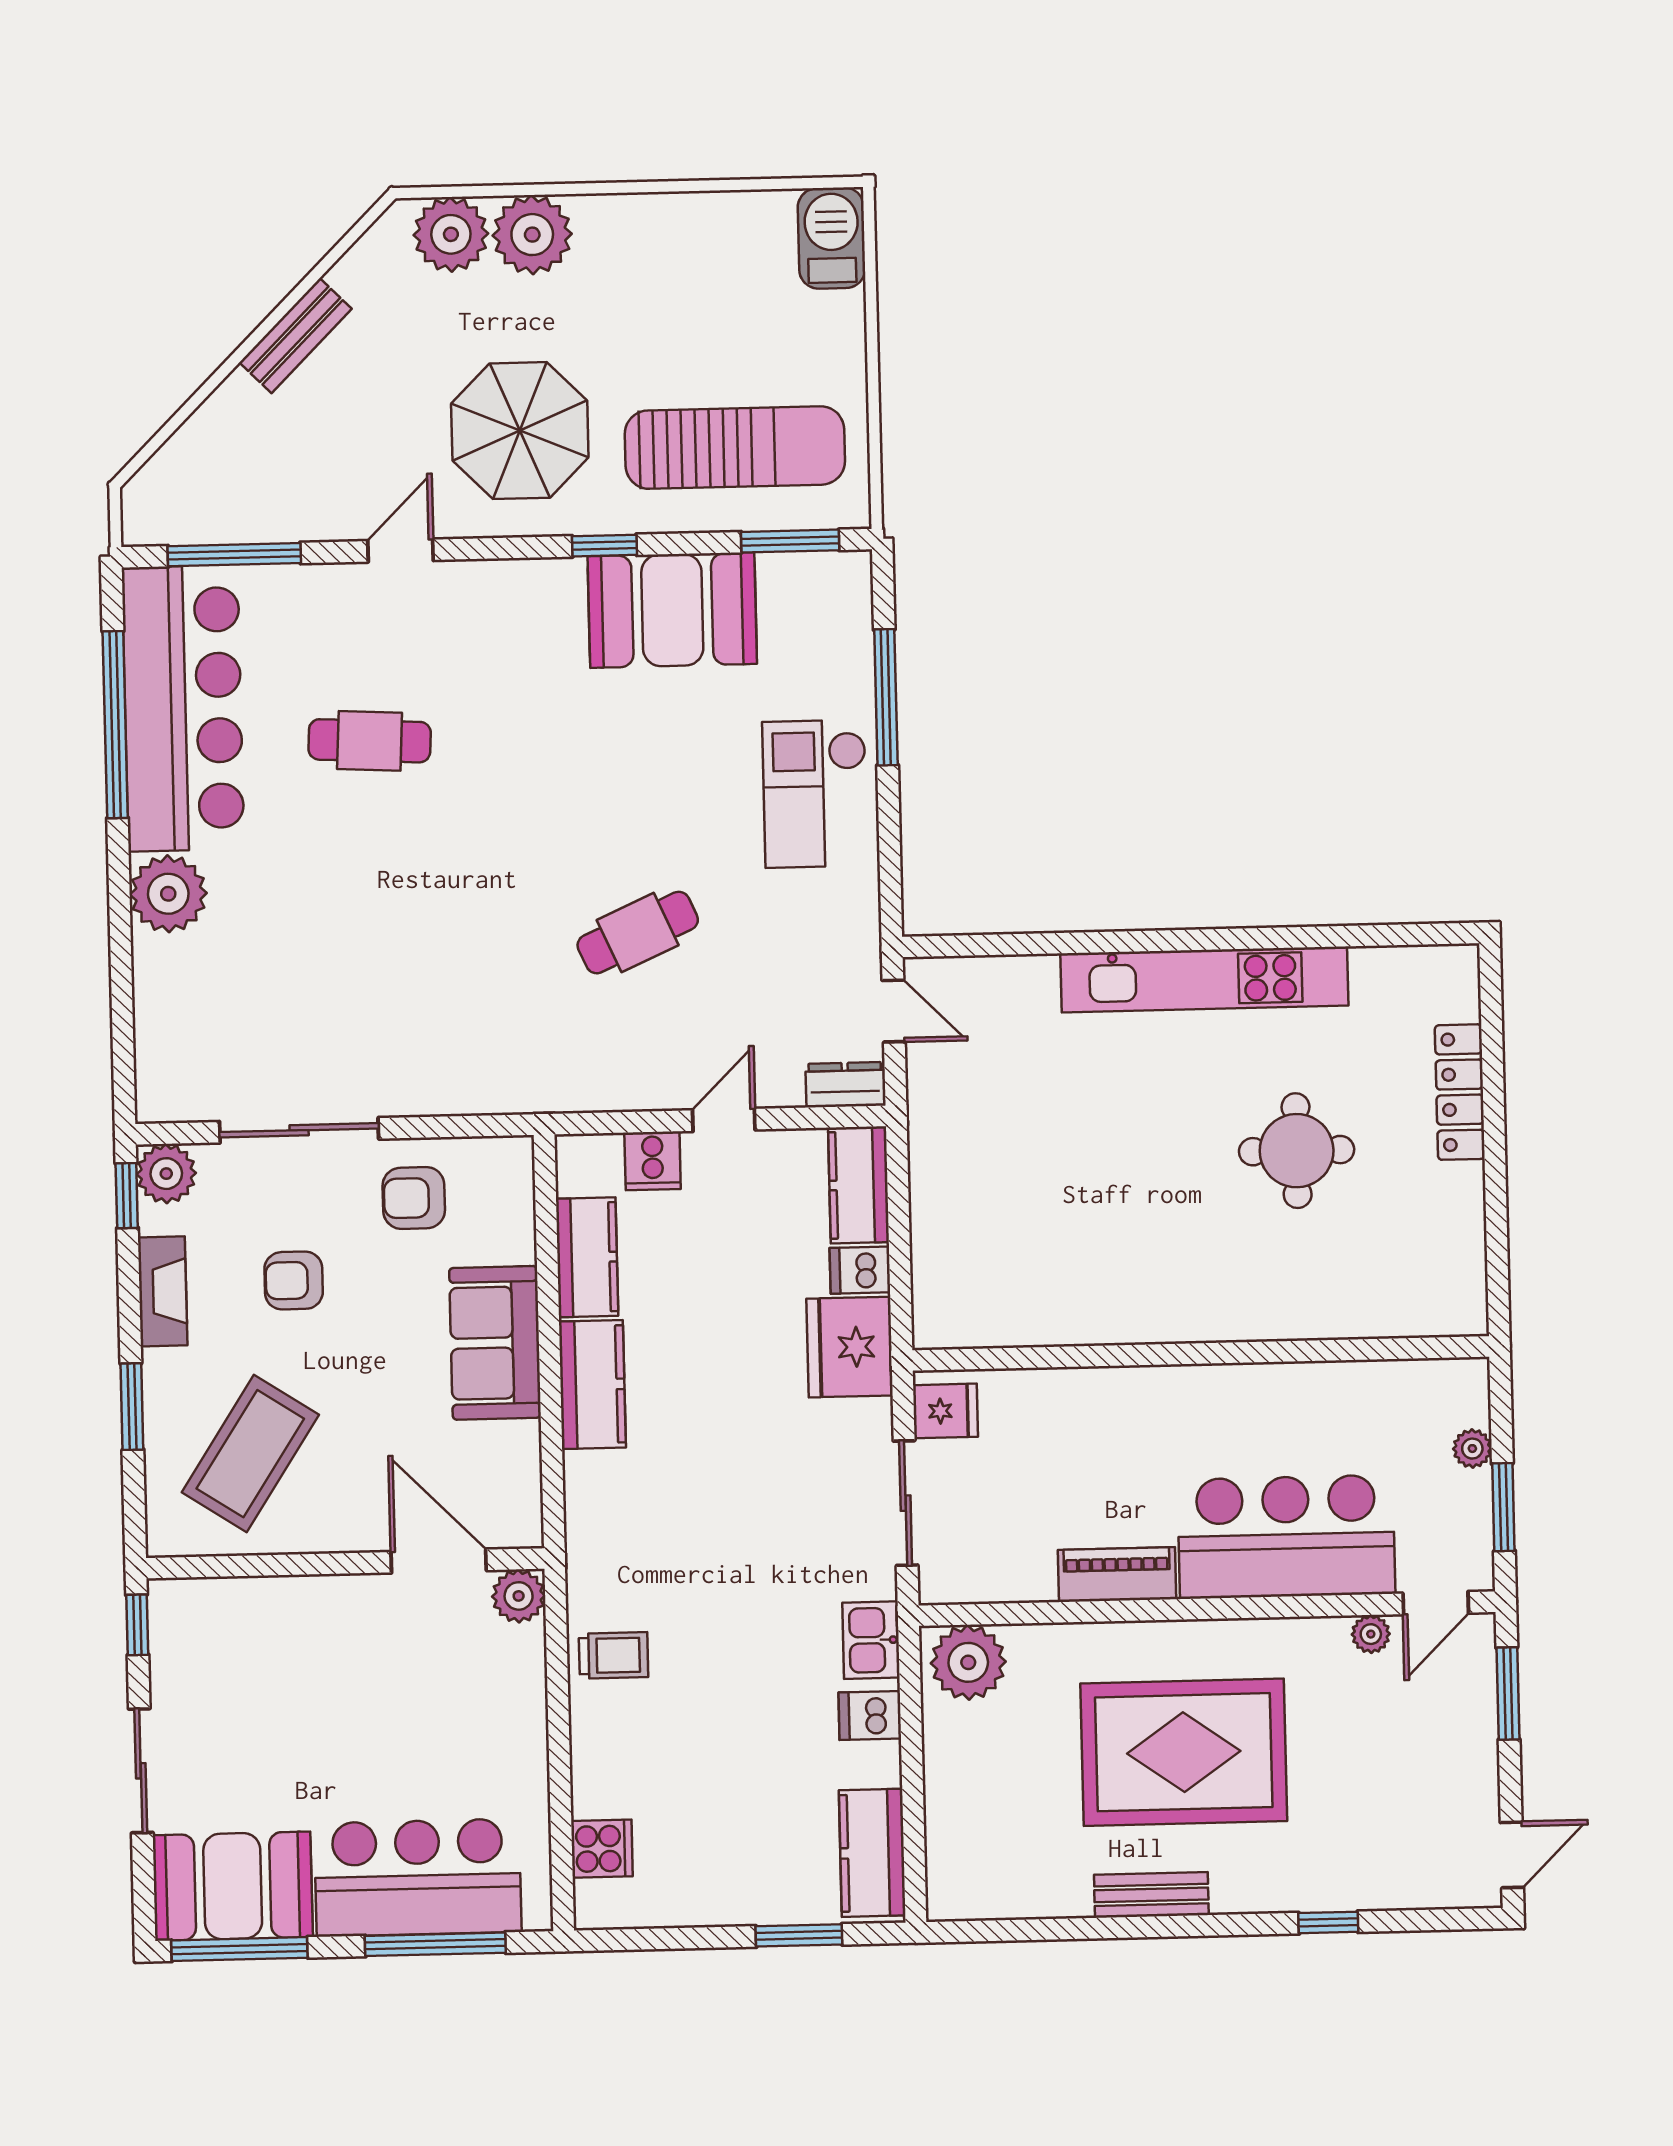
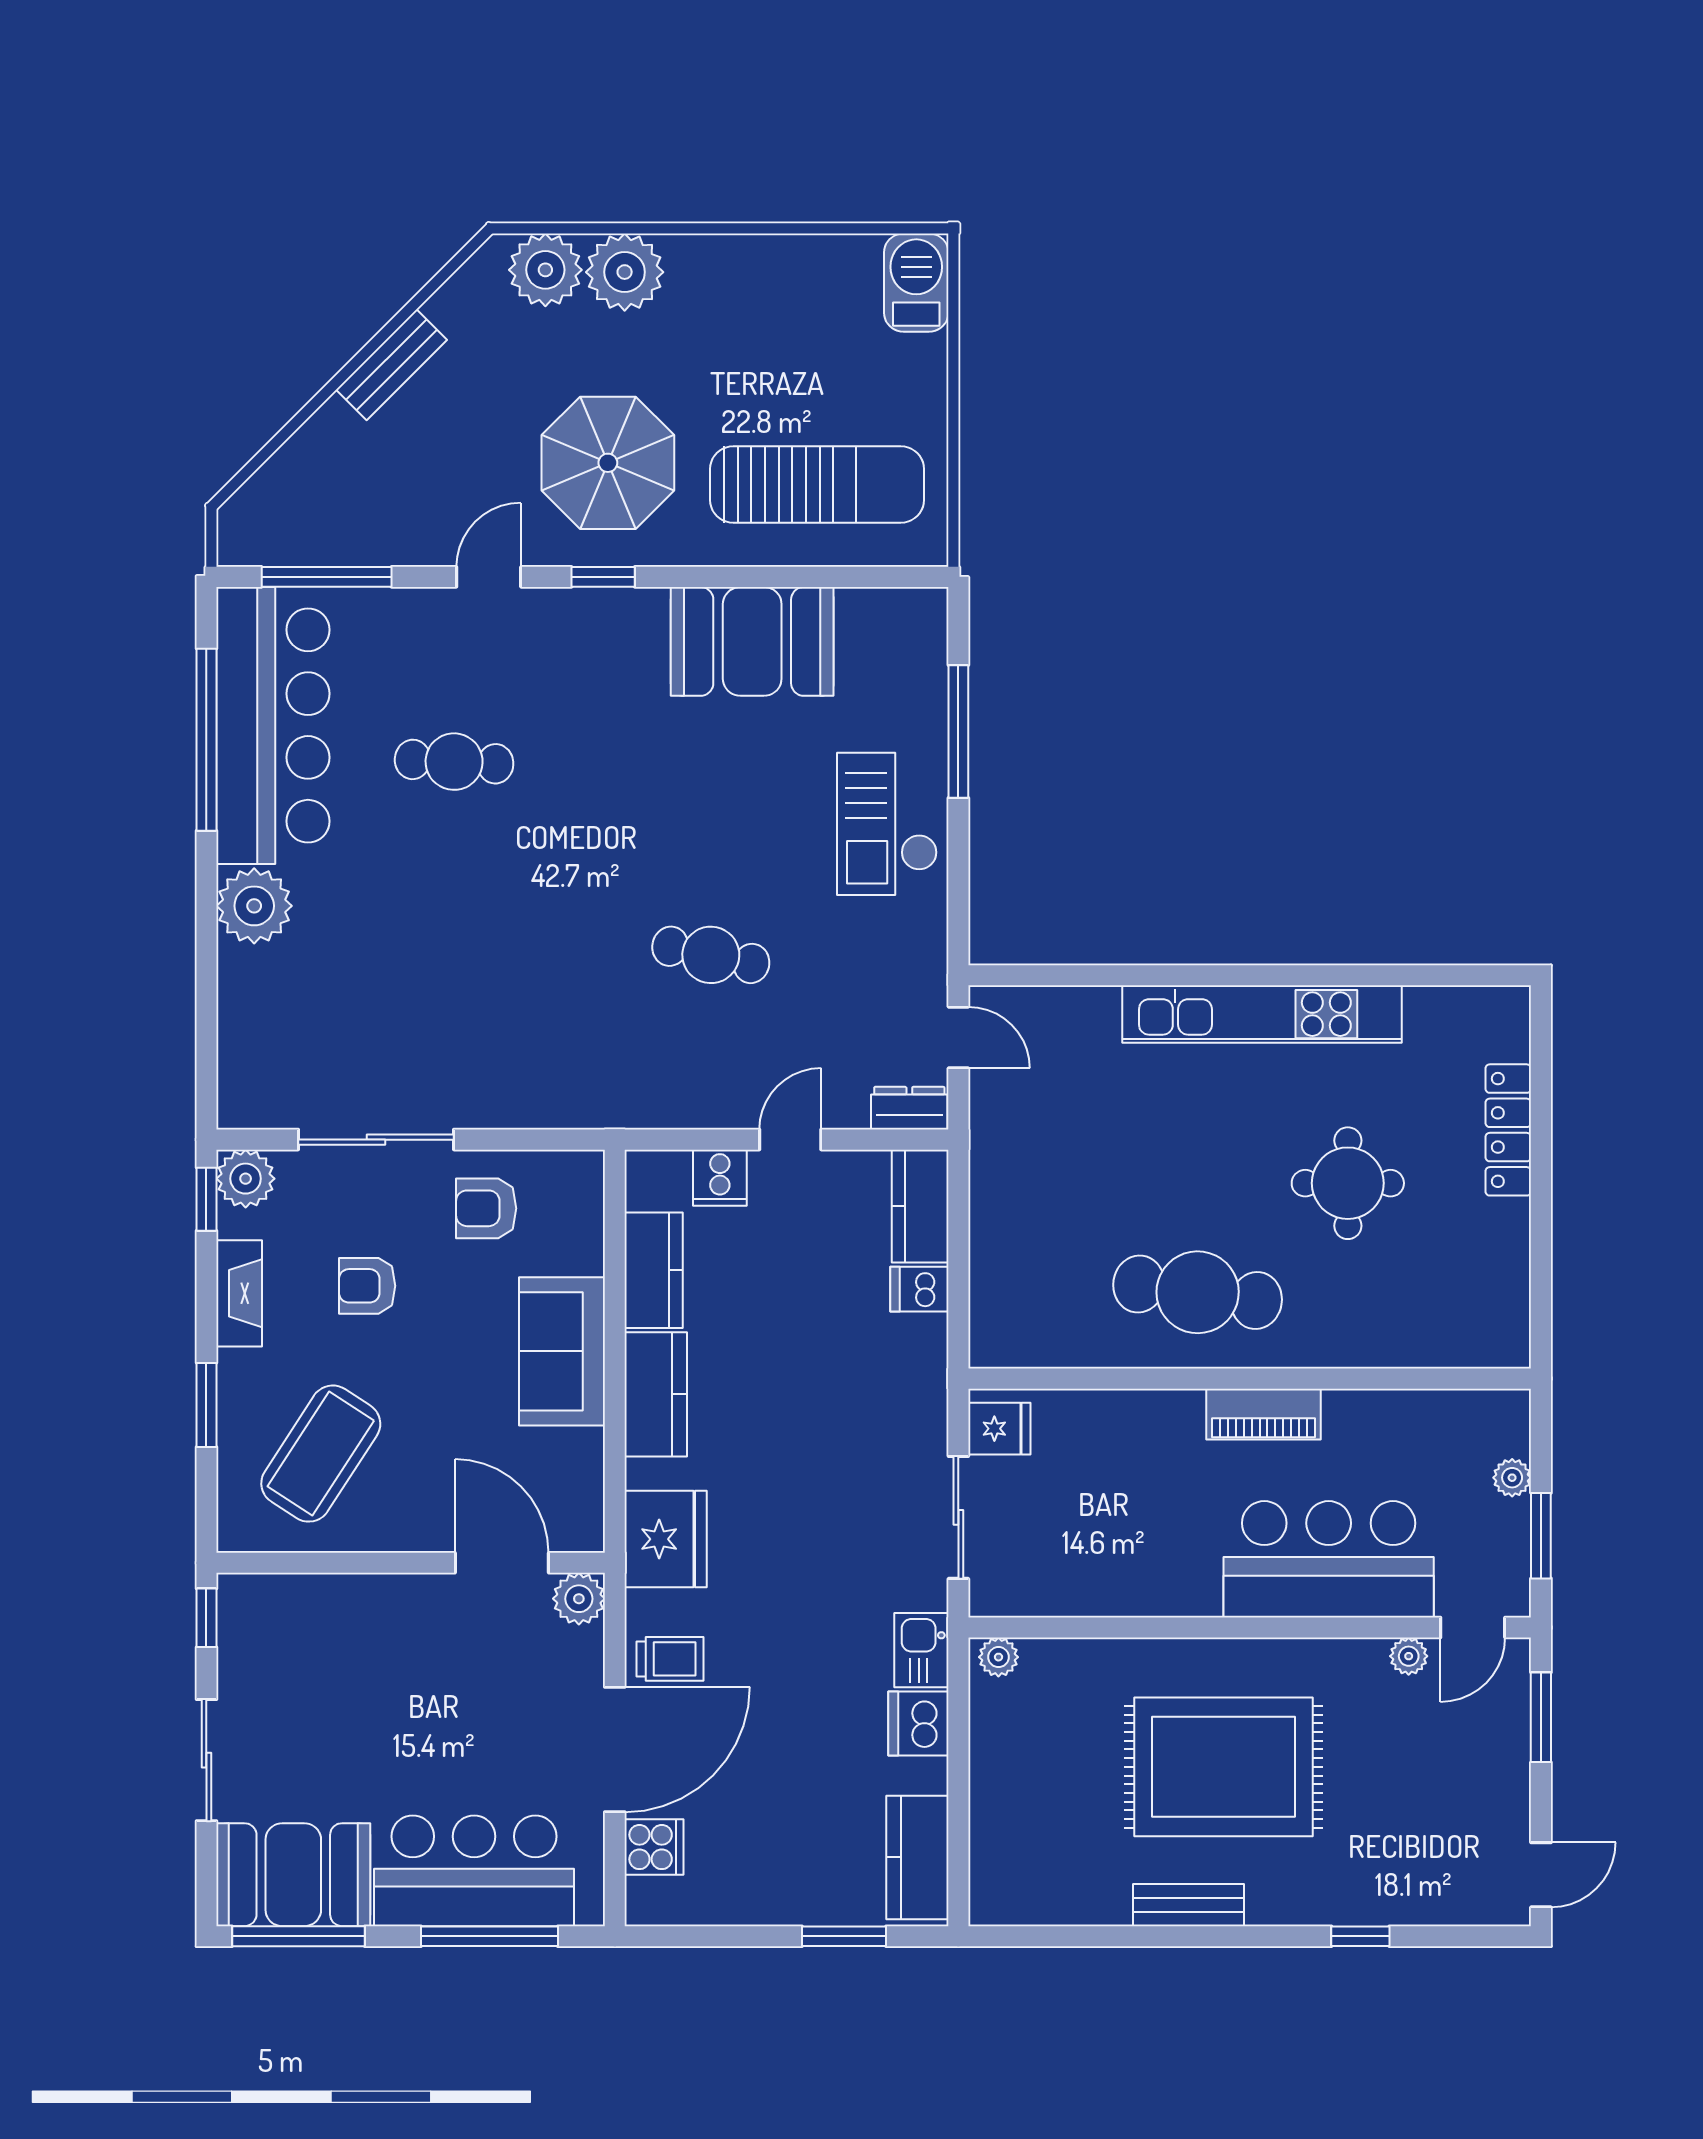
window: (790, 541) -> (869, 577), removed
window: (604, 546) -> (603, 577), moved
cafe table: (638, 933) -> (711, 955), turned 36
cafe table: (1145, 1266) -> (1198, 1292), added
fridge: (850, 1347) -> (666, 1539), moved, turned 180
piano: (1117, 1575) -> (1264, 1414), moved, turned 180
plant: (968, 1662) -> (998, 1657), width x0.53, depth x0.53
dishwasher: (870, 1715) -> (918, 1724), width x1.38
door: (559, 1750) -> (615, 1749), added

